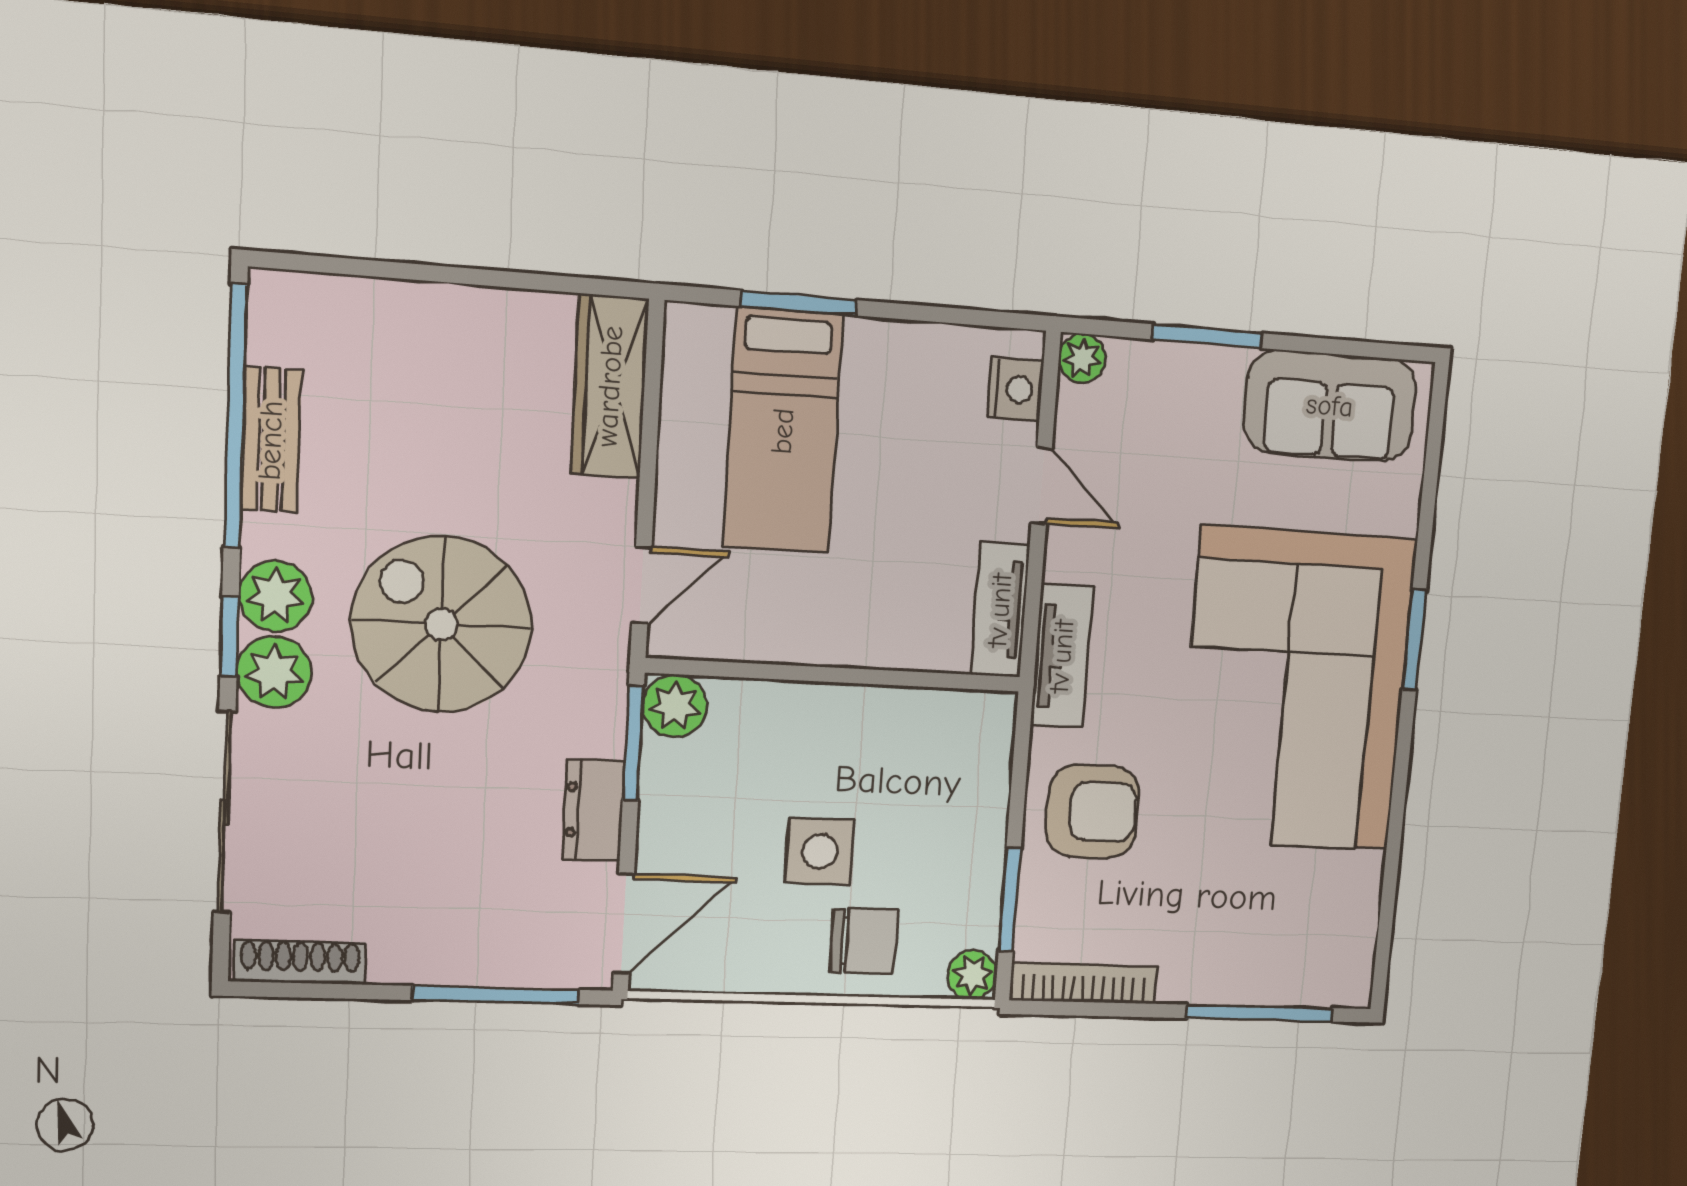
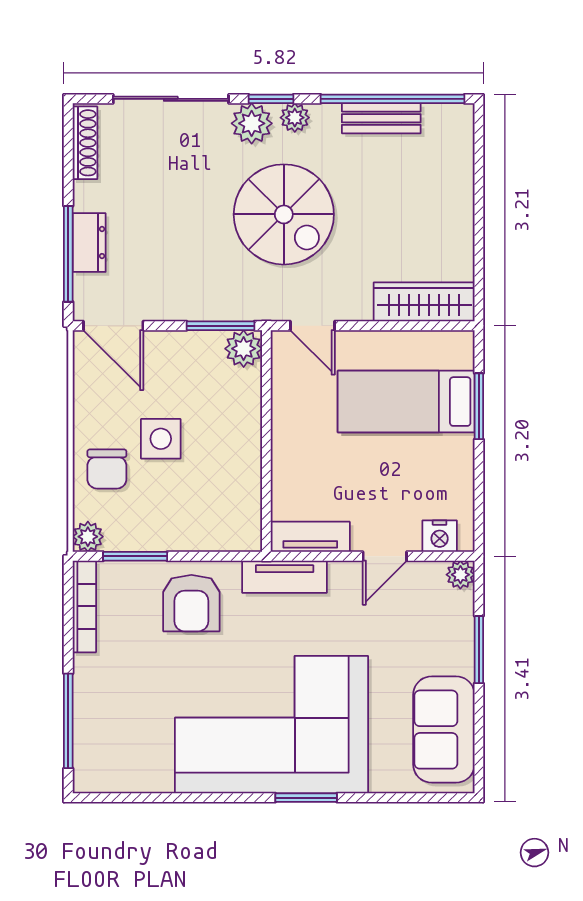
plant: (275, 596) -> (295, 118), width x0.73, depth x0.73
spiral stairs: (442, 624) -> (284, 214), turned 90
dresser: (594, 810) -> (89, 243), moved, turned 90

